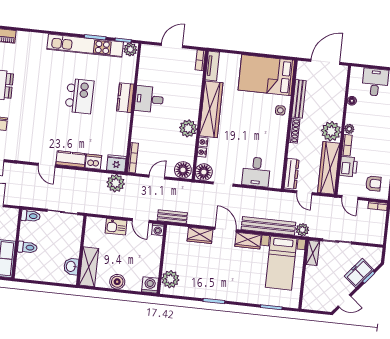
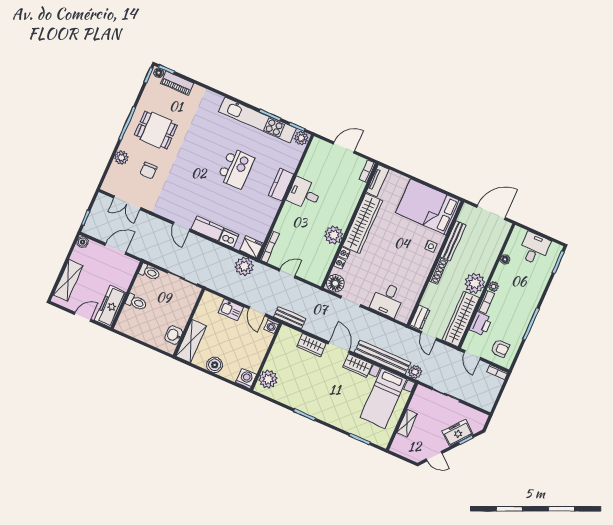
floor lamp: (183, 170) -> (315, 275), removed
dresser: (292, 174) -> (420, 317), width x0.70
shelving: (313, 253) -> (407, 423), moved

